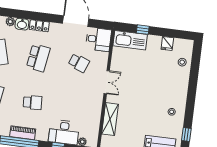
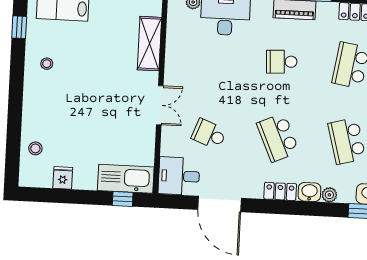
window: (143, 30) -> (123, 199), moved
school desk: (38, 58) -> (278, 138), turned -33
double door: (107, 82) -> (160, 105), swing flipped

